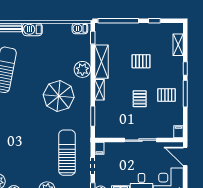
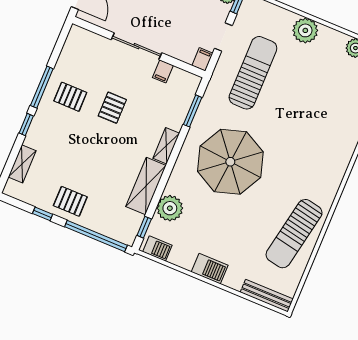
barbecue: (32, 29) -> (210, 269), moved
pallet: (141, 61) -> (70, 201), moved
plant: (82, 69) -> (170, 208), moved
parasol: (59, 96) -> (230, 162), width x1.36, depth x1.36
filing cabinet: (179, 132) -> (163, 71), moved
sun lounger: (67, 153) -> (253, 73), turned 180

